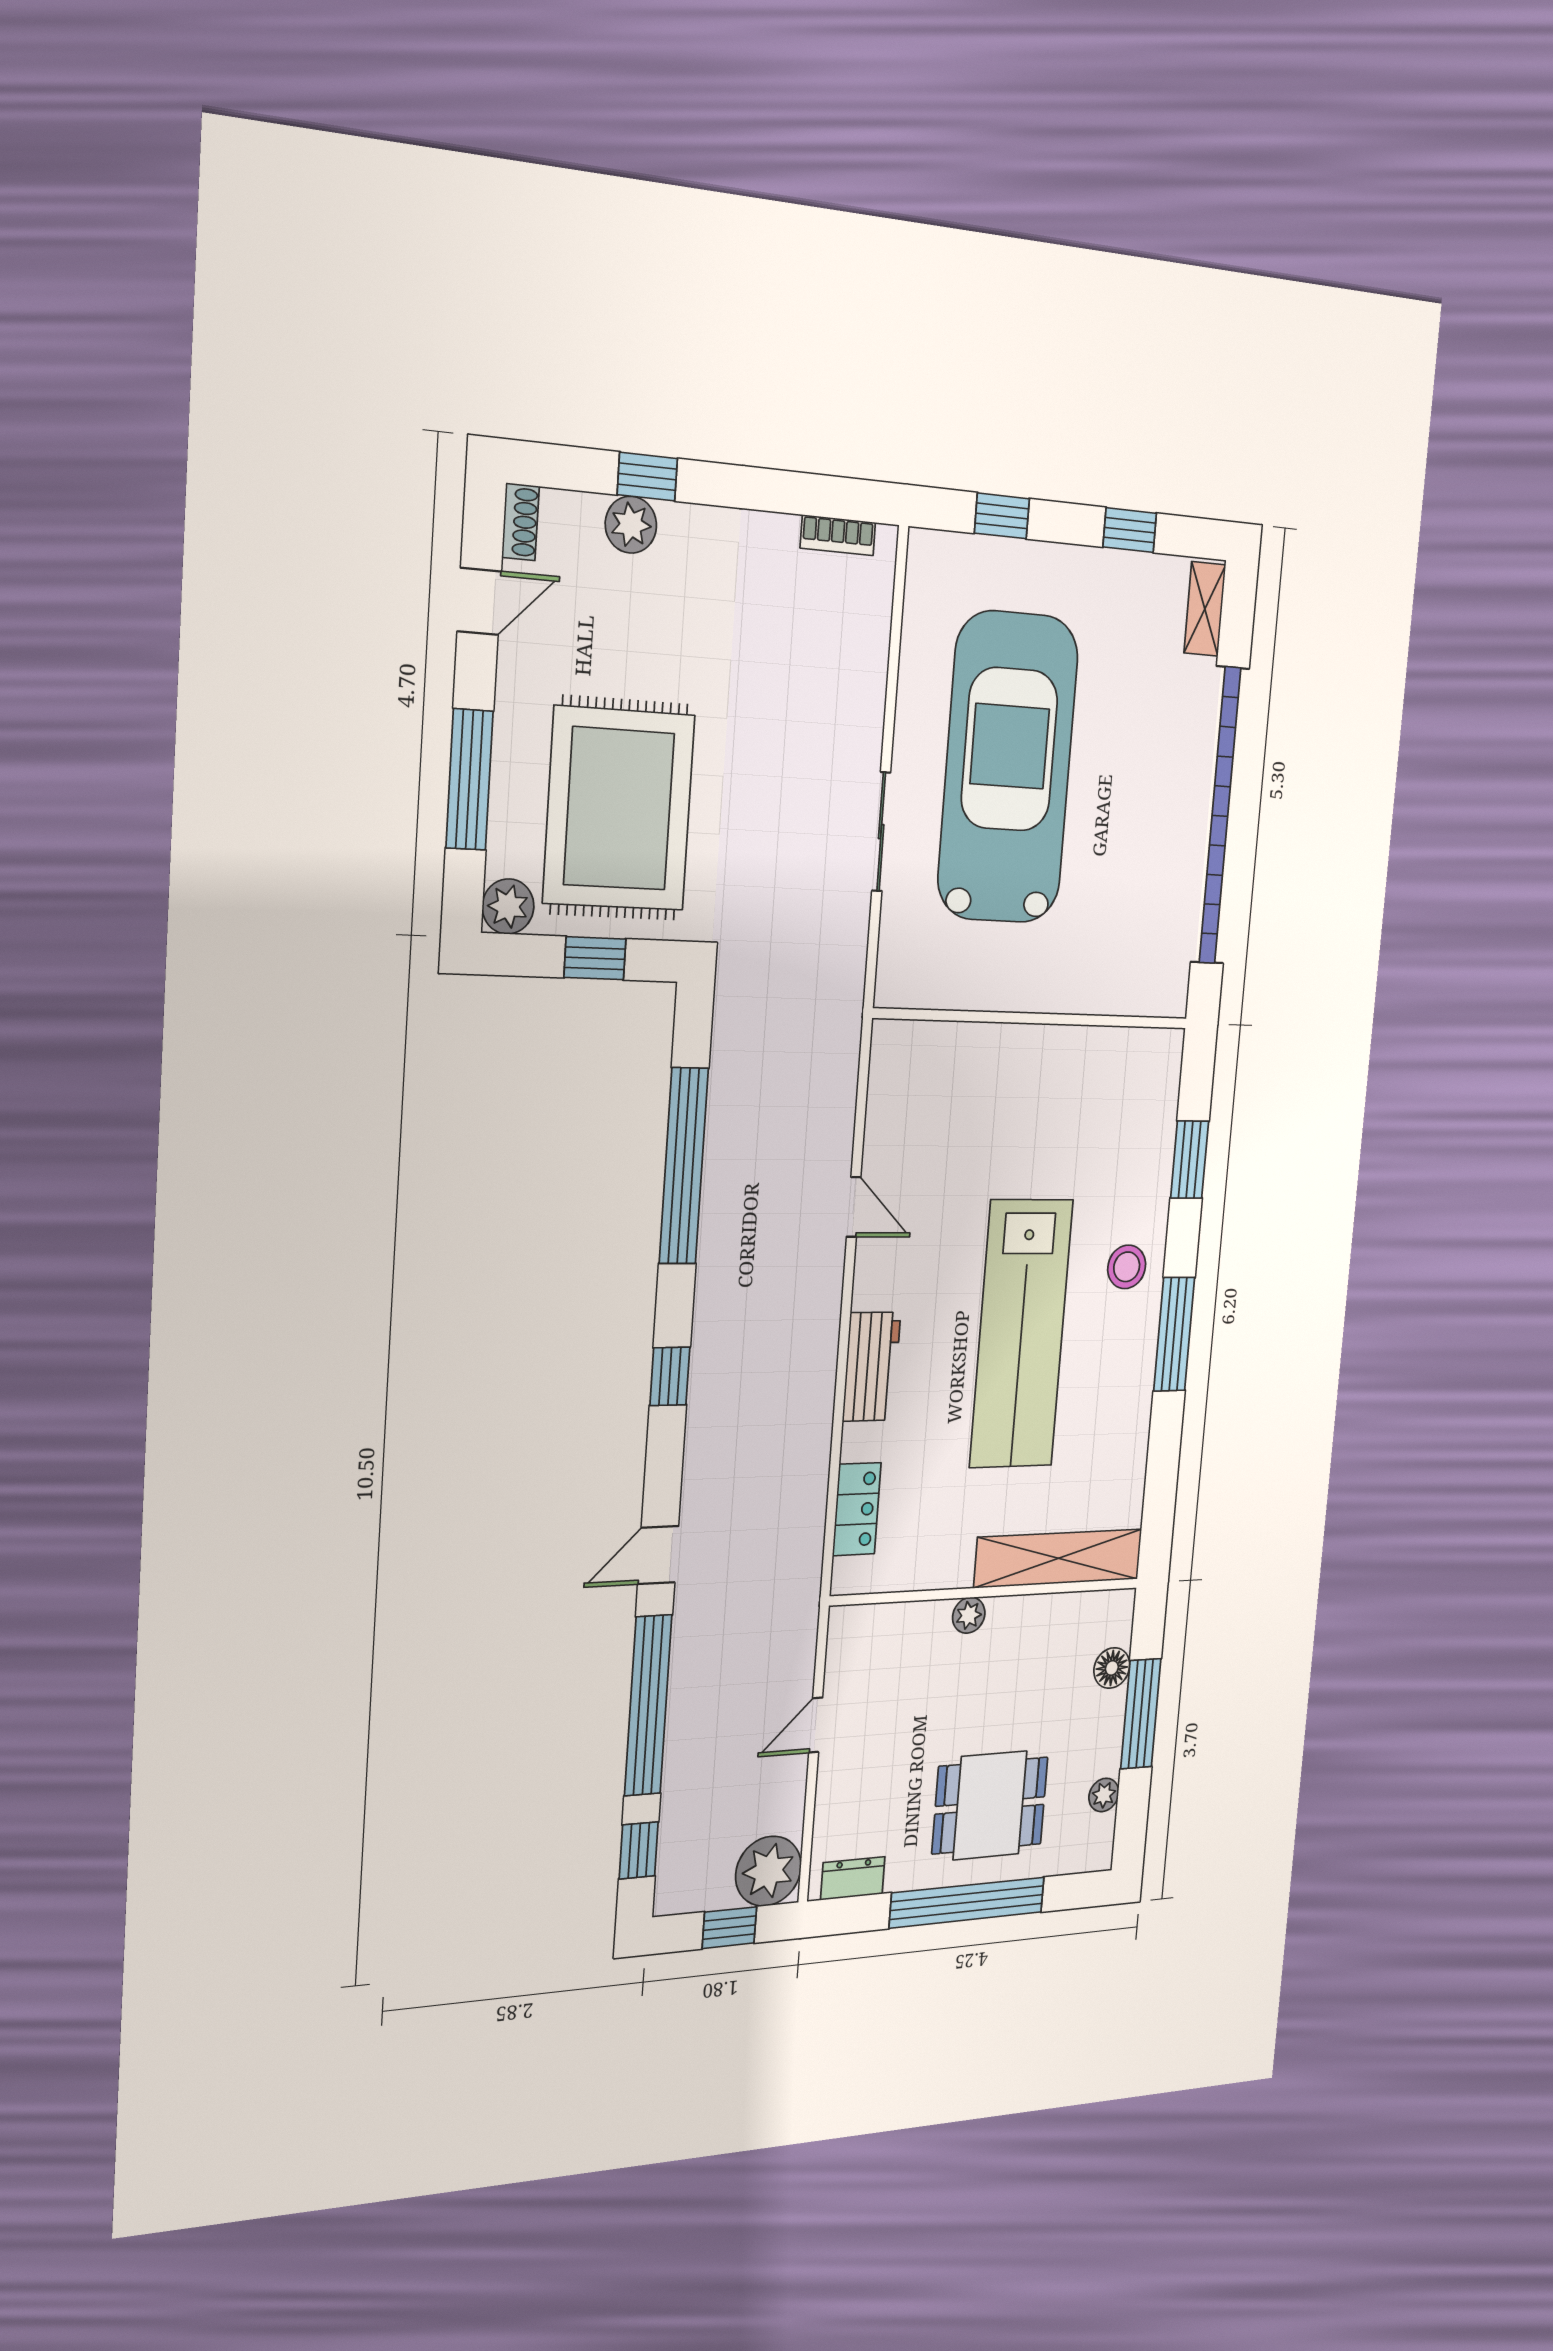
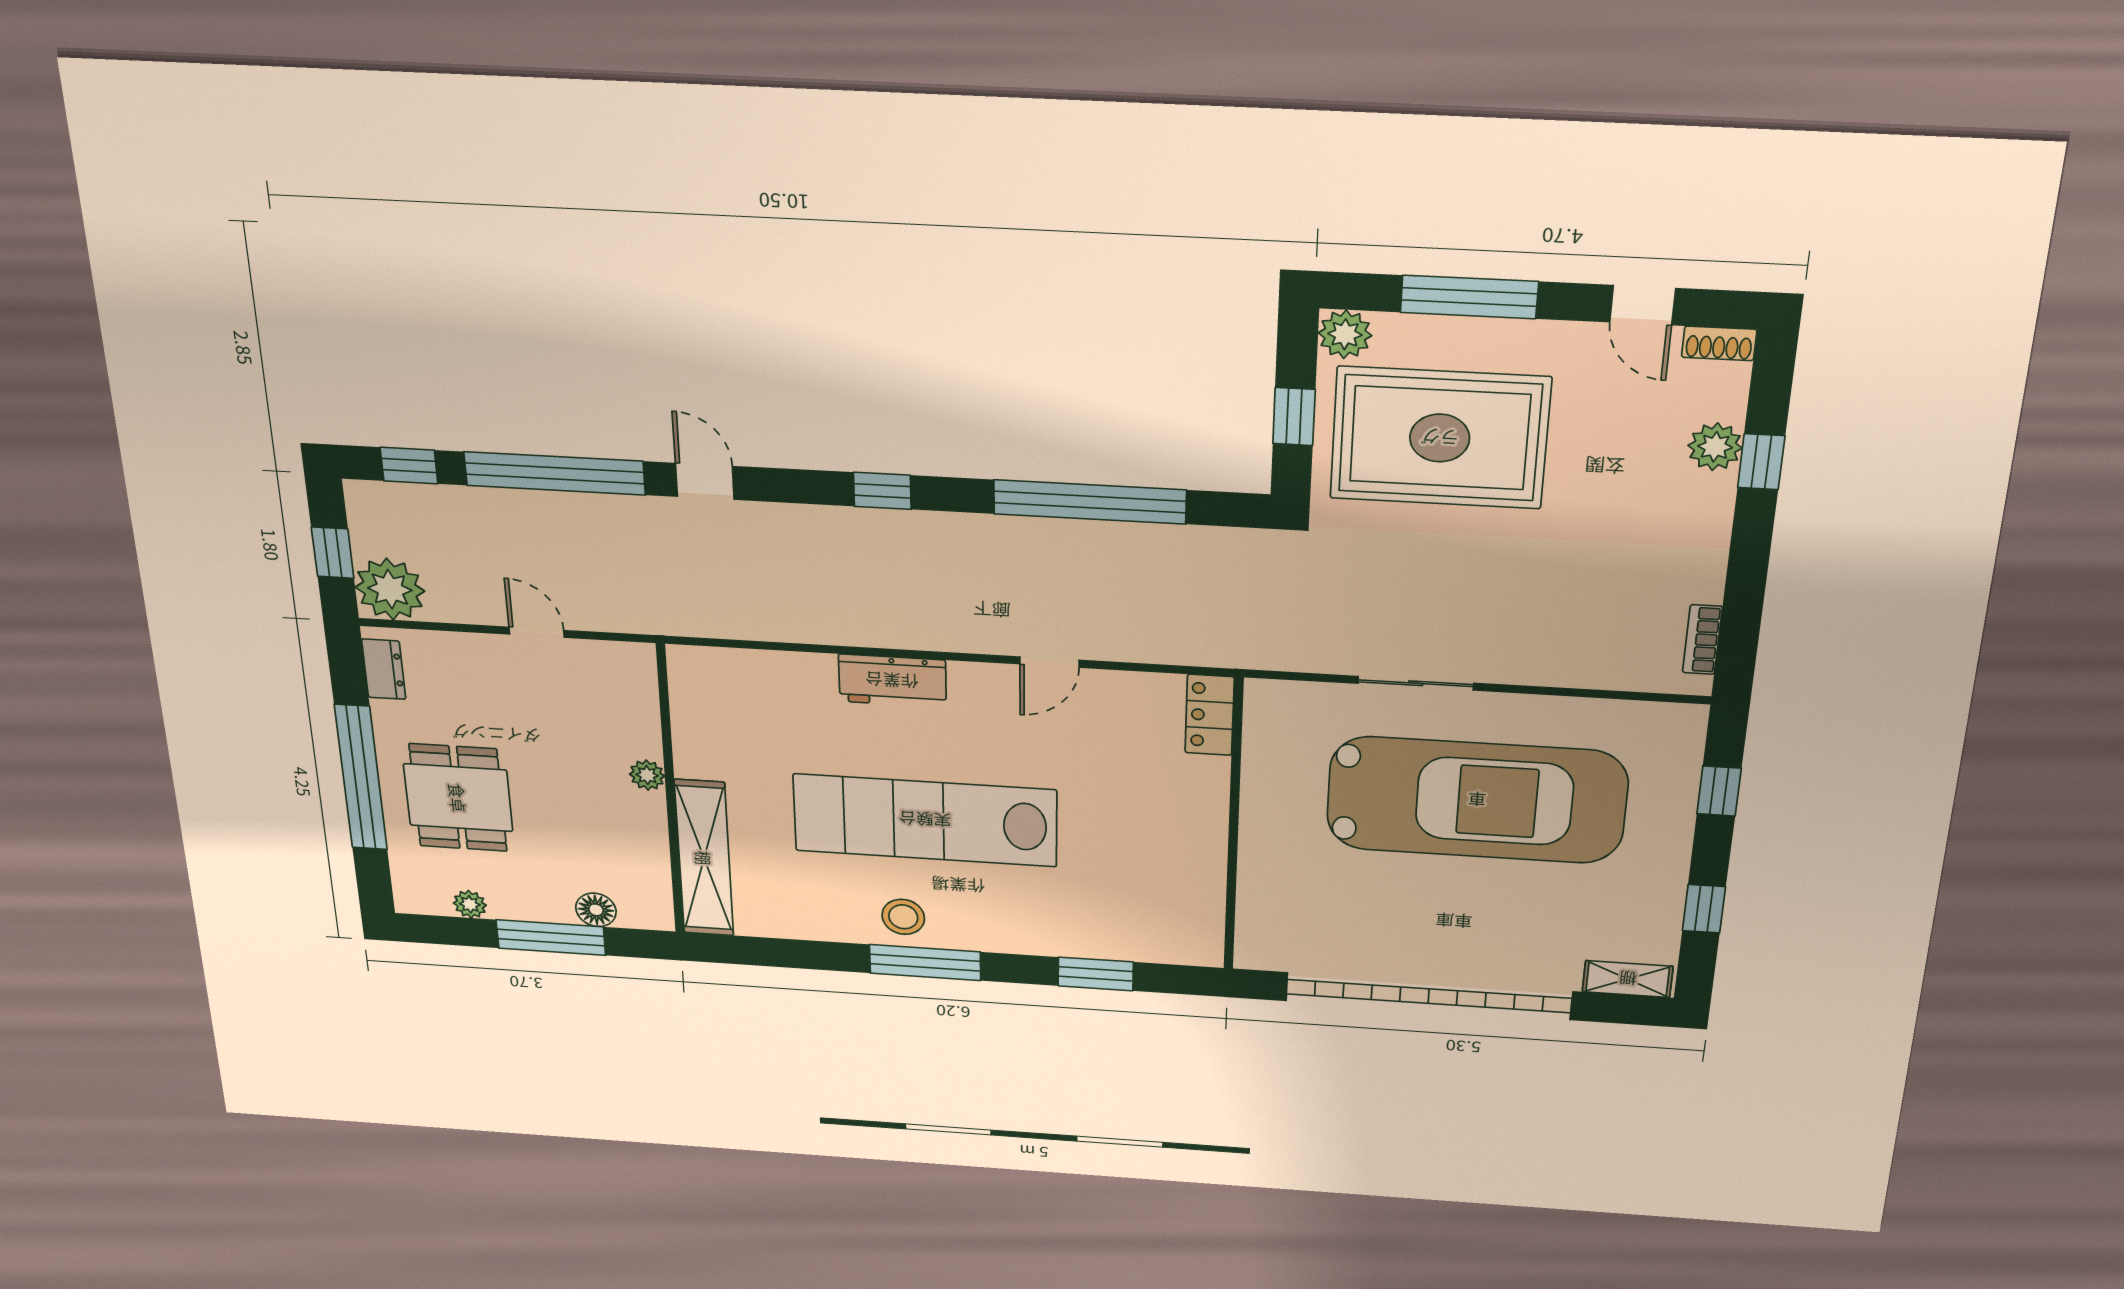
stool: (1127, 1267) -> (903, 917), moved
locker: (857, 1509) -> (1210, 715), moved, turned 90

